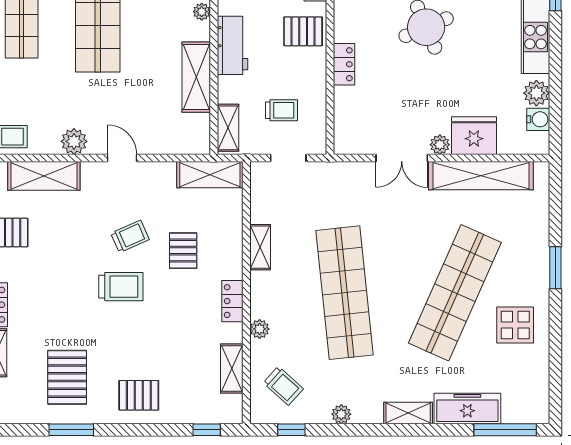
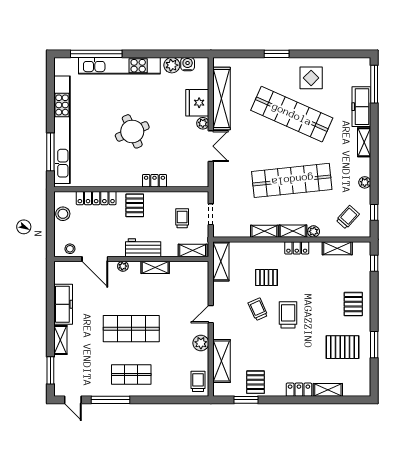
shelving: (196, 77) -> (155, 267), width x0.67, depth x0.75
shelving: (260, 295) -> (293, 231), added

